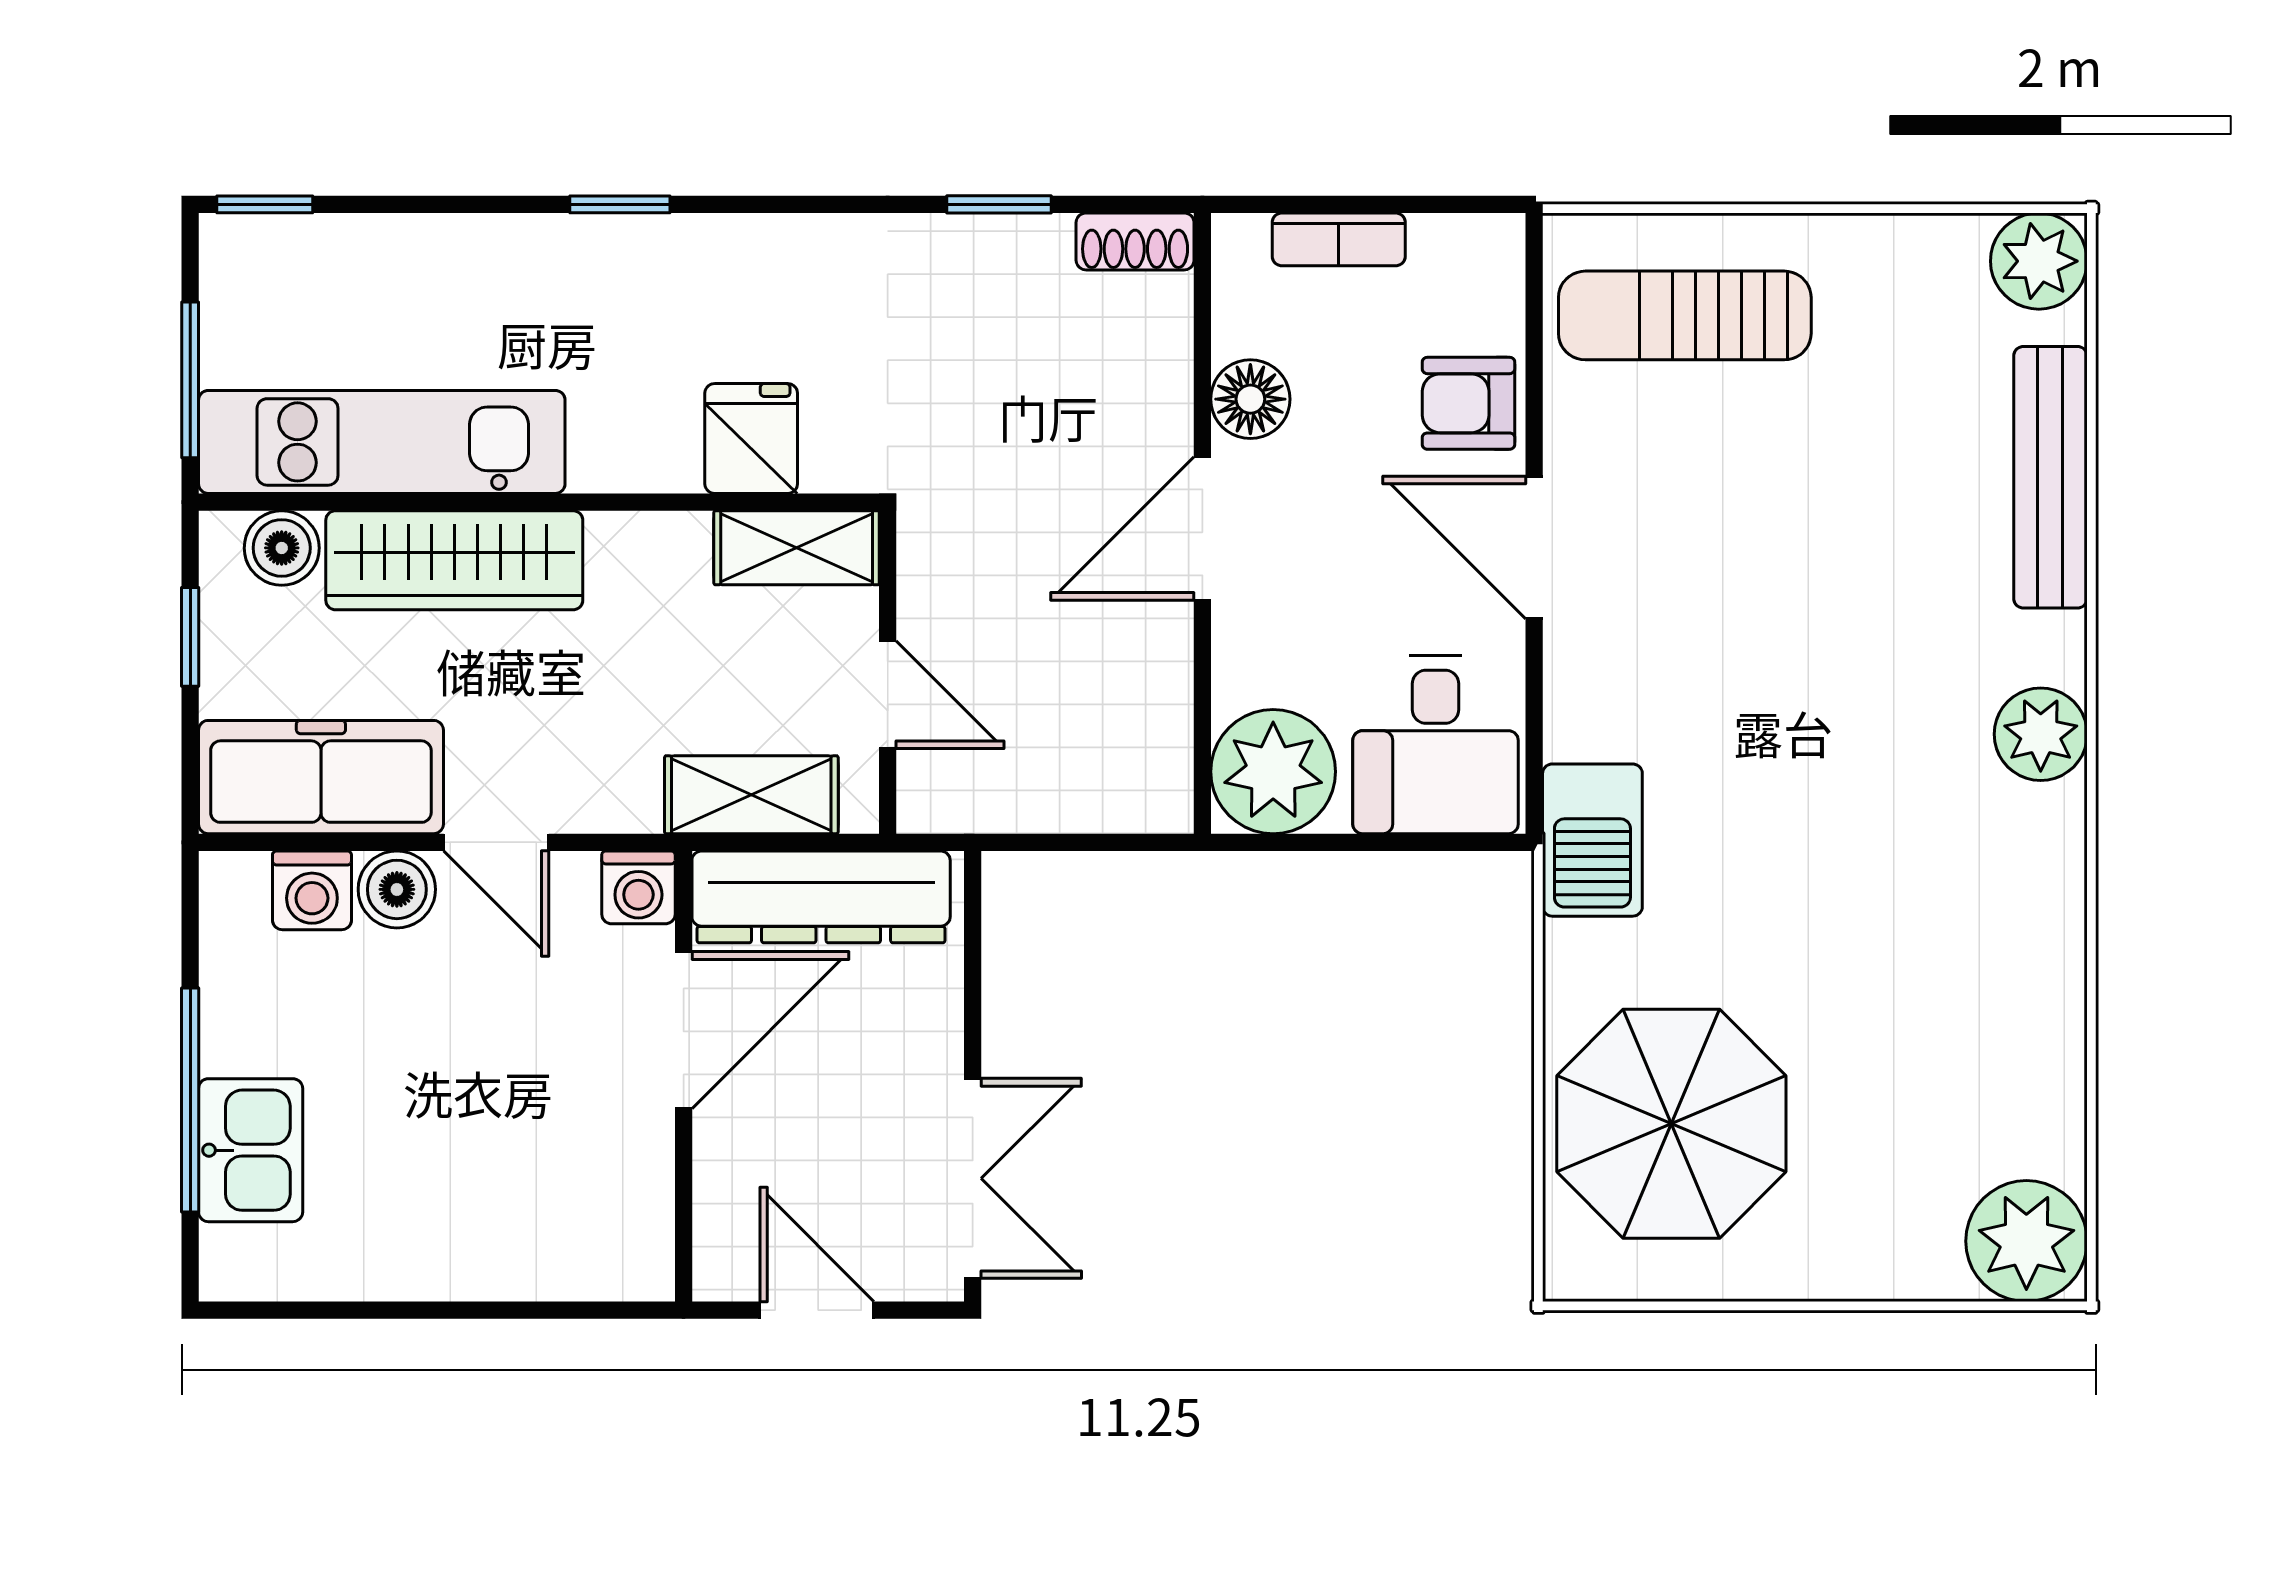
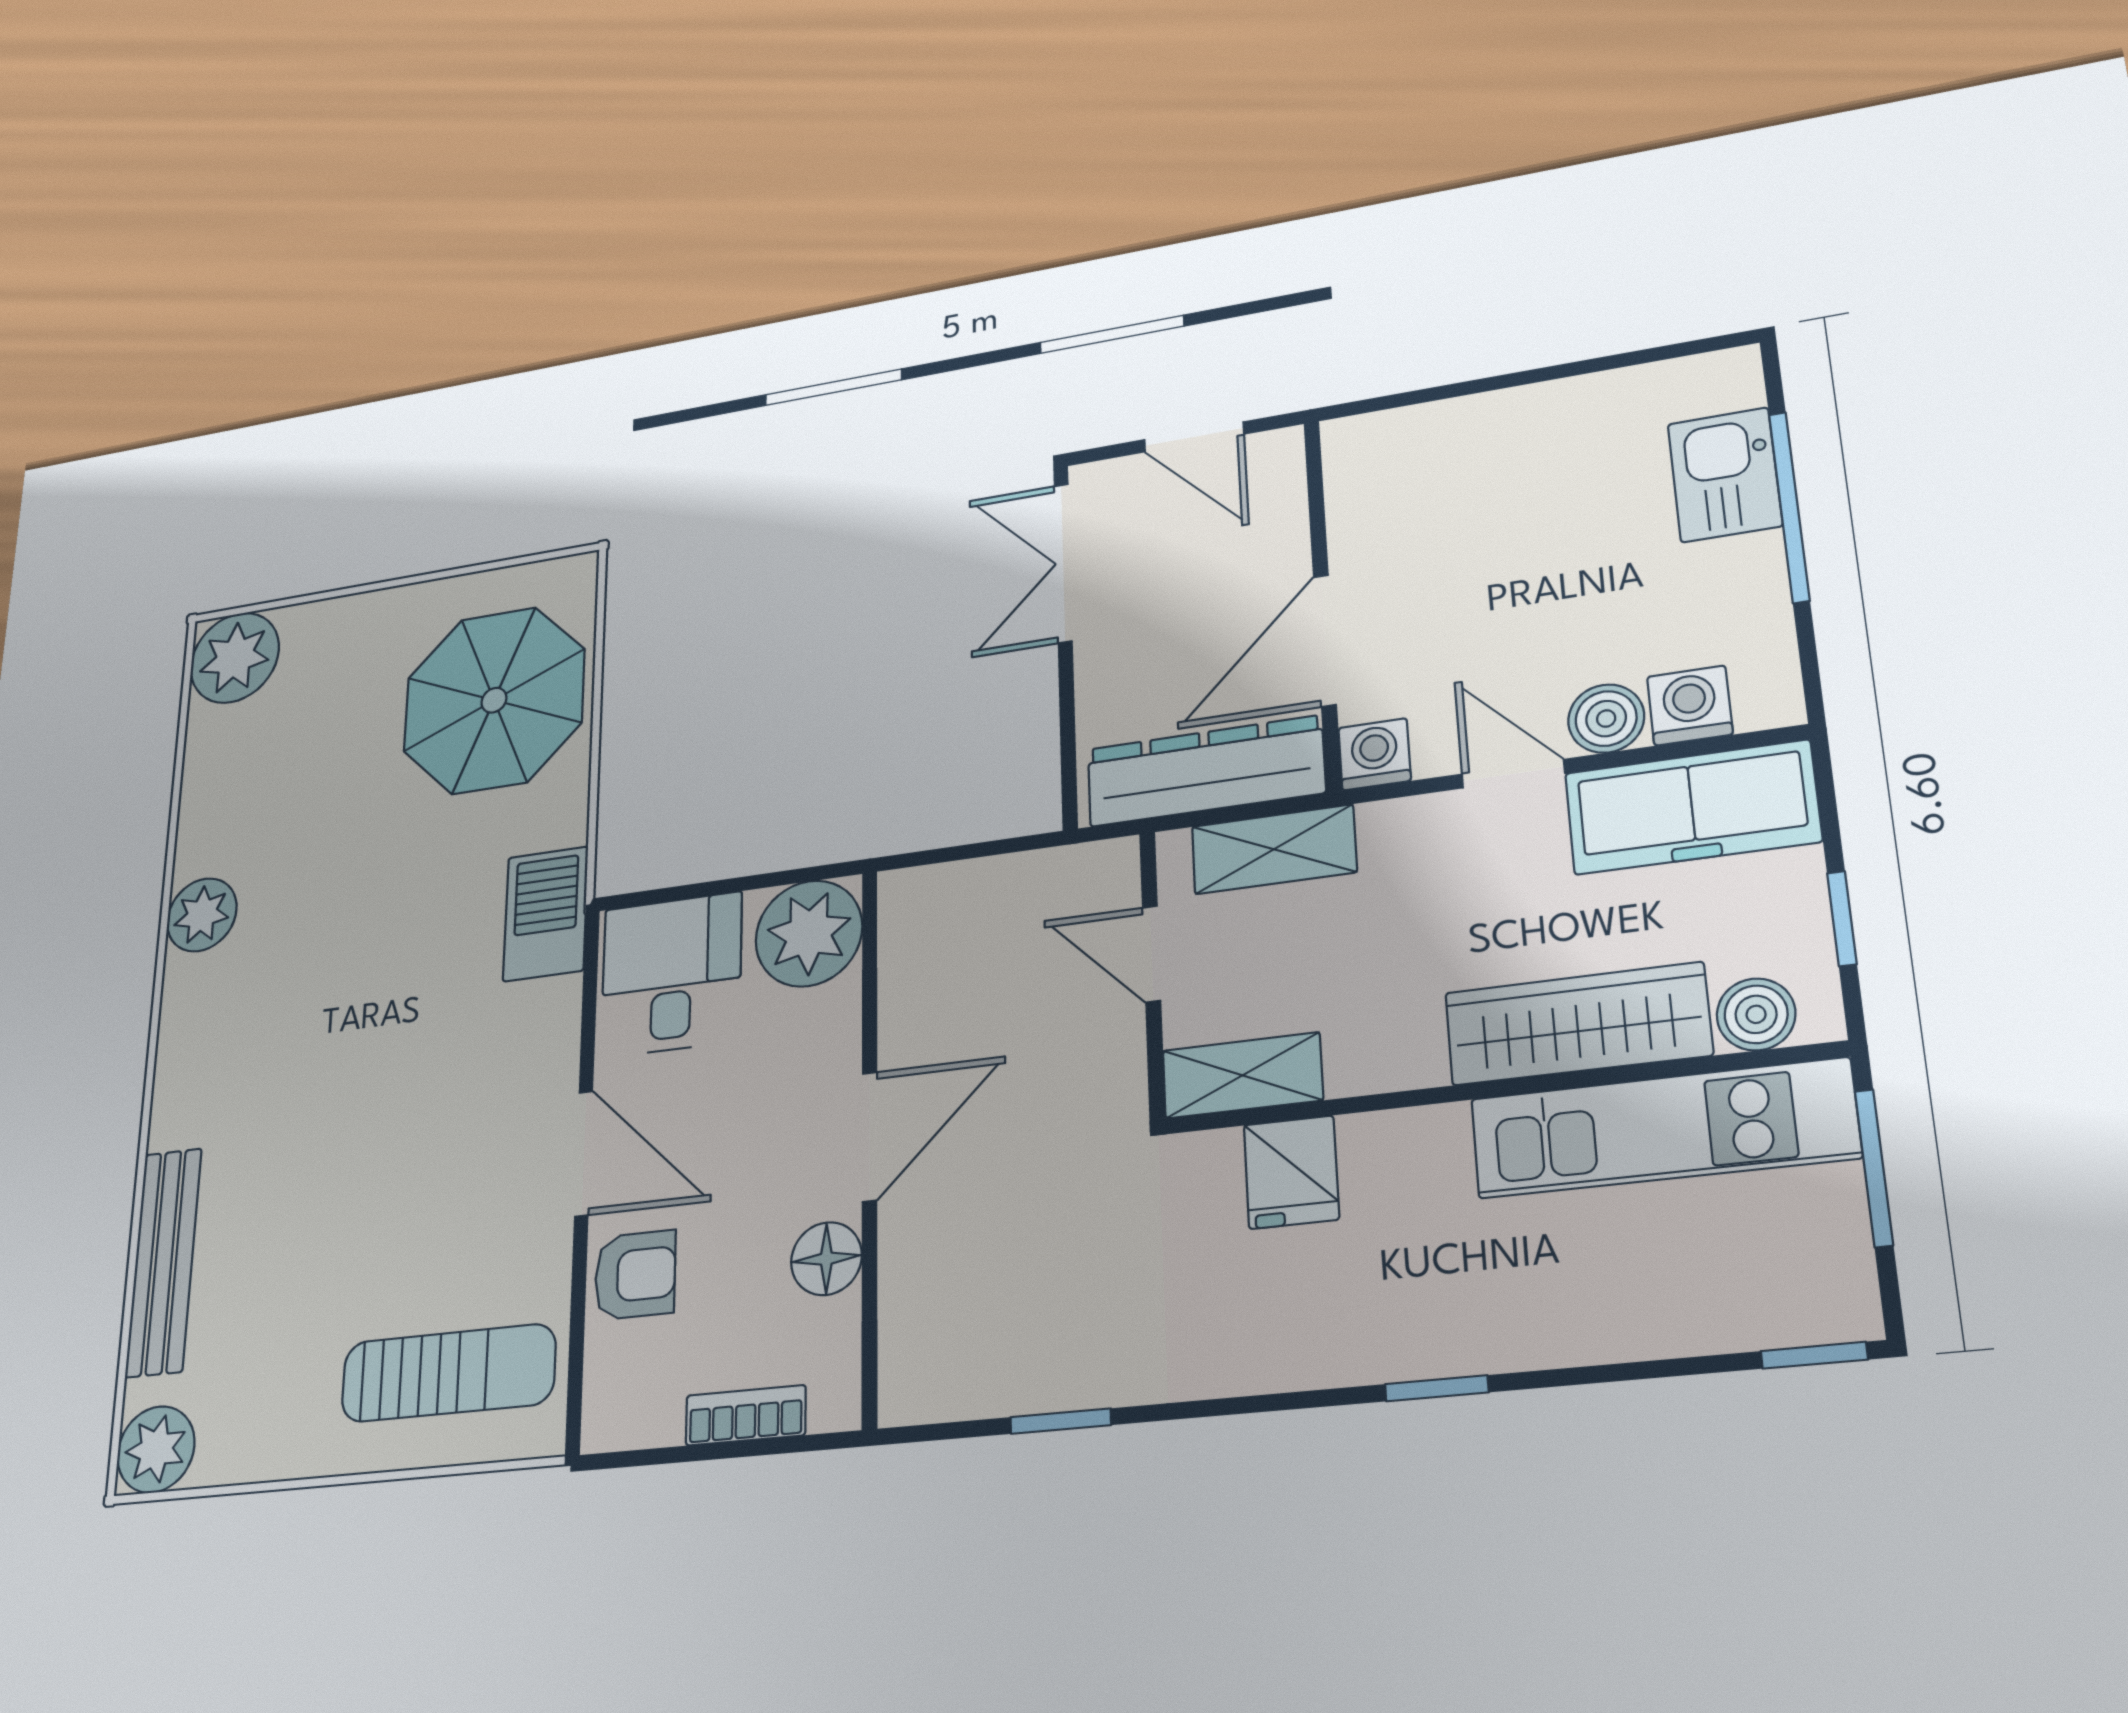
shoe rack: (1135, 241) -> (932, 1396), removed
plant: (2041, 734) -> (202, 915), moved

